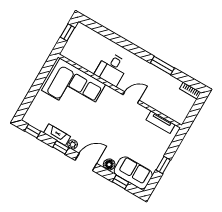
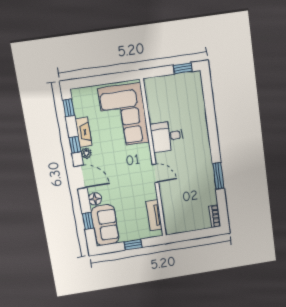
desk: (112, 69) -> (167, 136), moved
corner sofa: (74, 87) -> (124, 115), moved
wall: (120, 91) -> (153, 159), moved
door: (131, 98) -> (155, 173), moved
tv unit: (160, 122) -> (154, 215), moved

